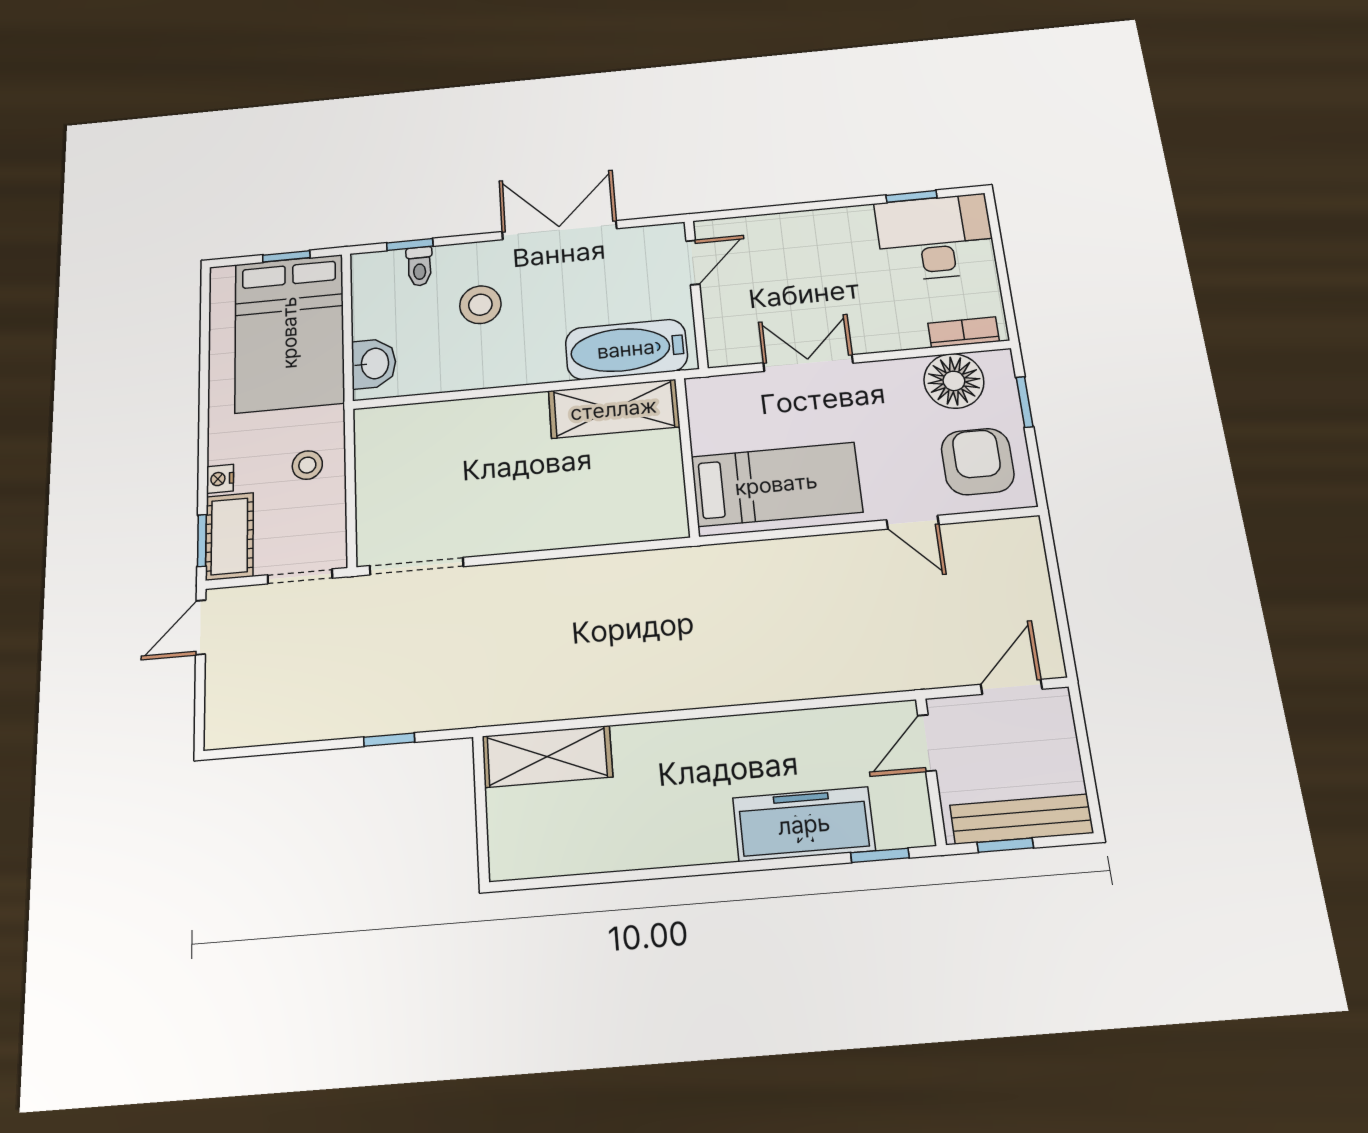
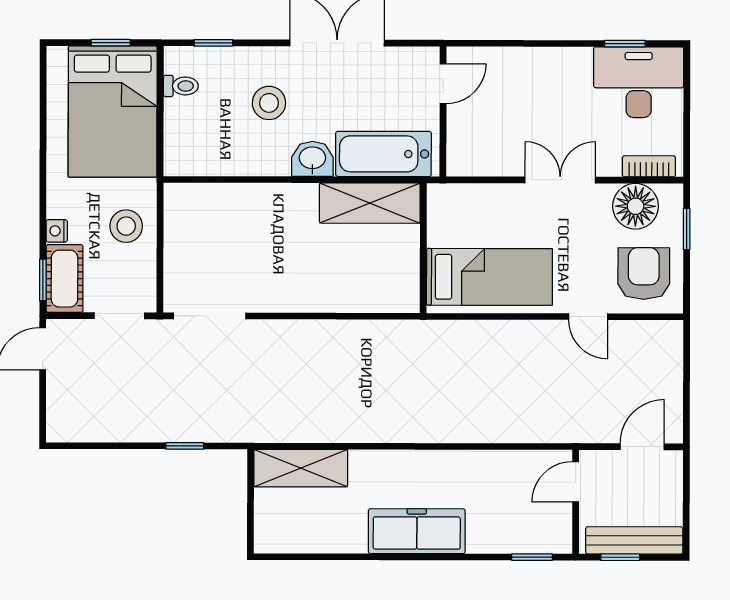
toilet: (419, 266) -> (181, 86), moved, turned -90
double door: (808, 363) -> (560, 180), moved
washbasin: (374, 364) -> (312, 159), moved, turned -90
stool: (307, 465) -> (126, 226), width x1.37, depth x1.37
freezer: (804, 824) -> (417, 531), moved

